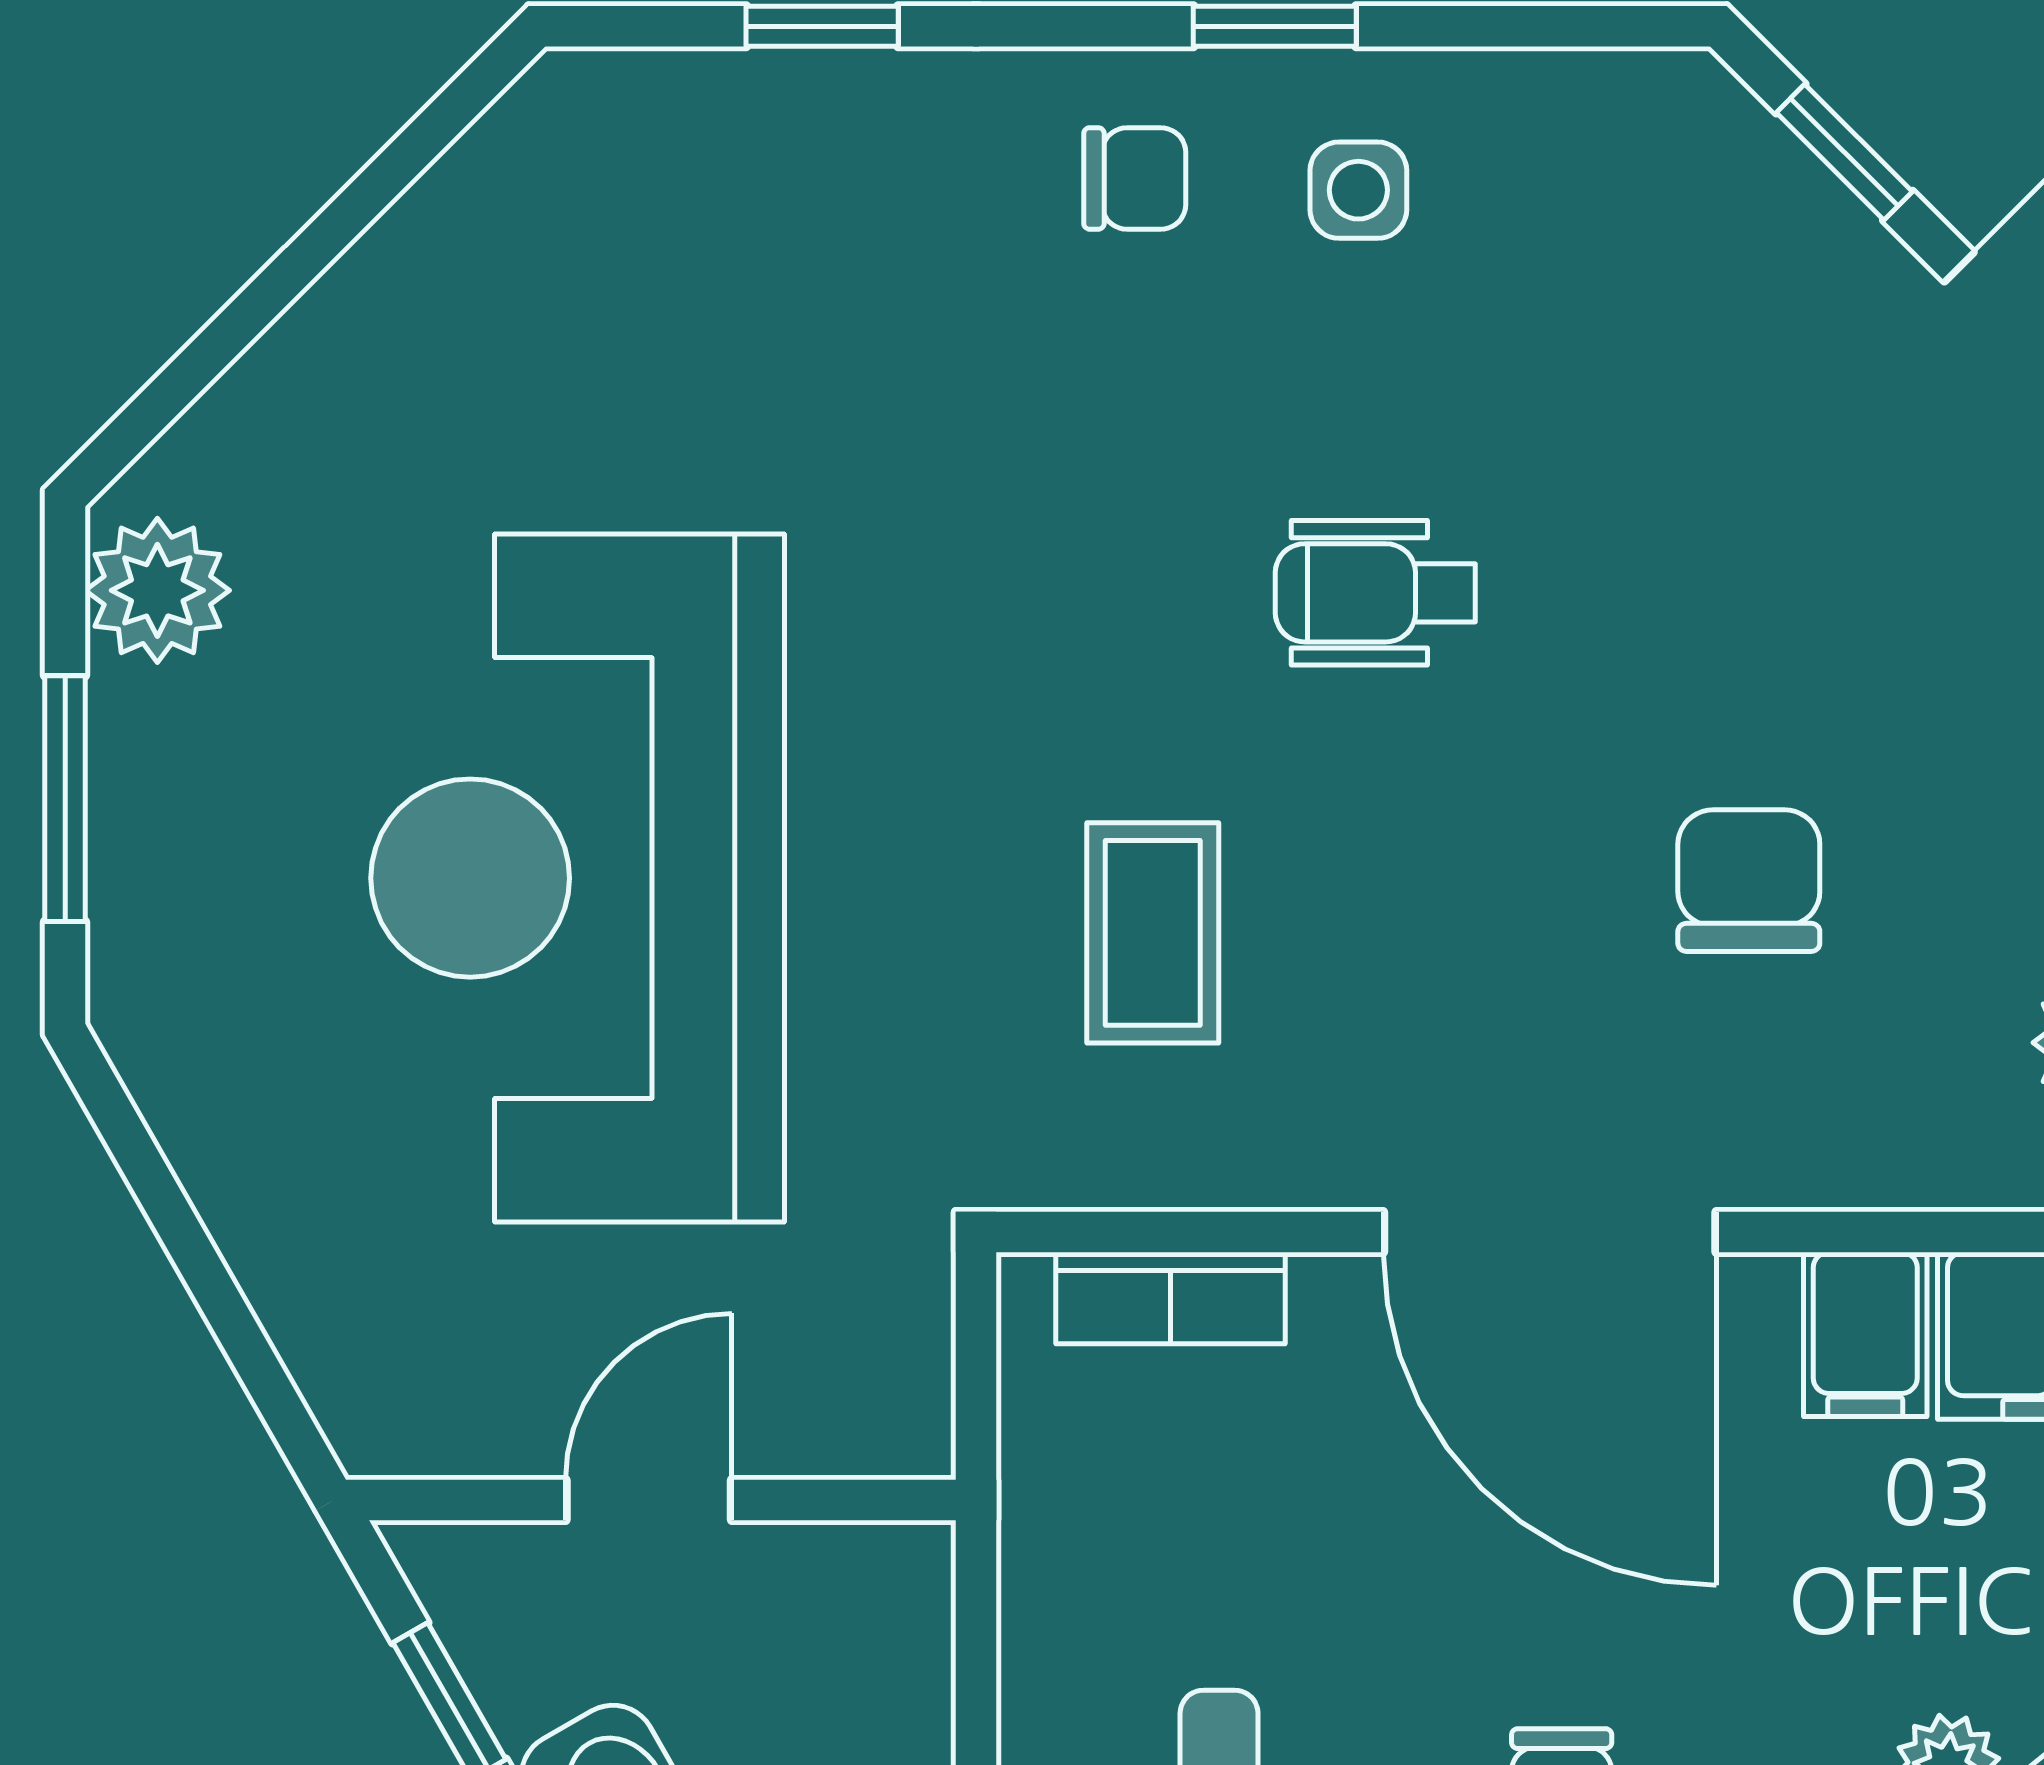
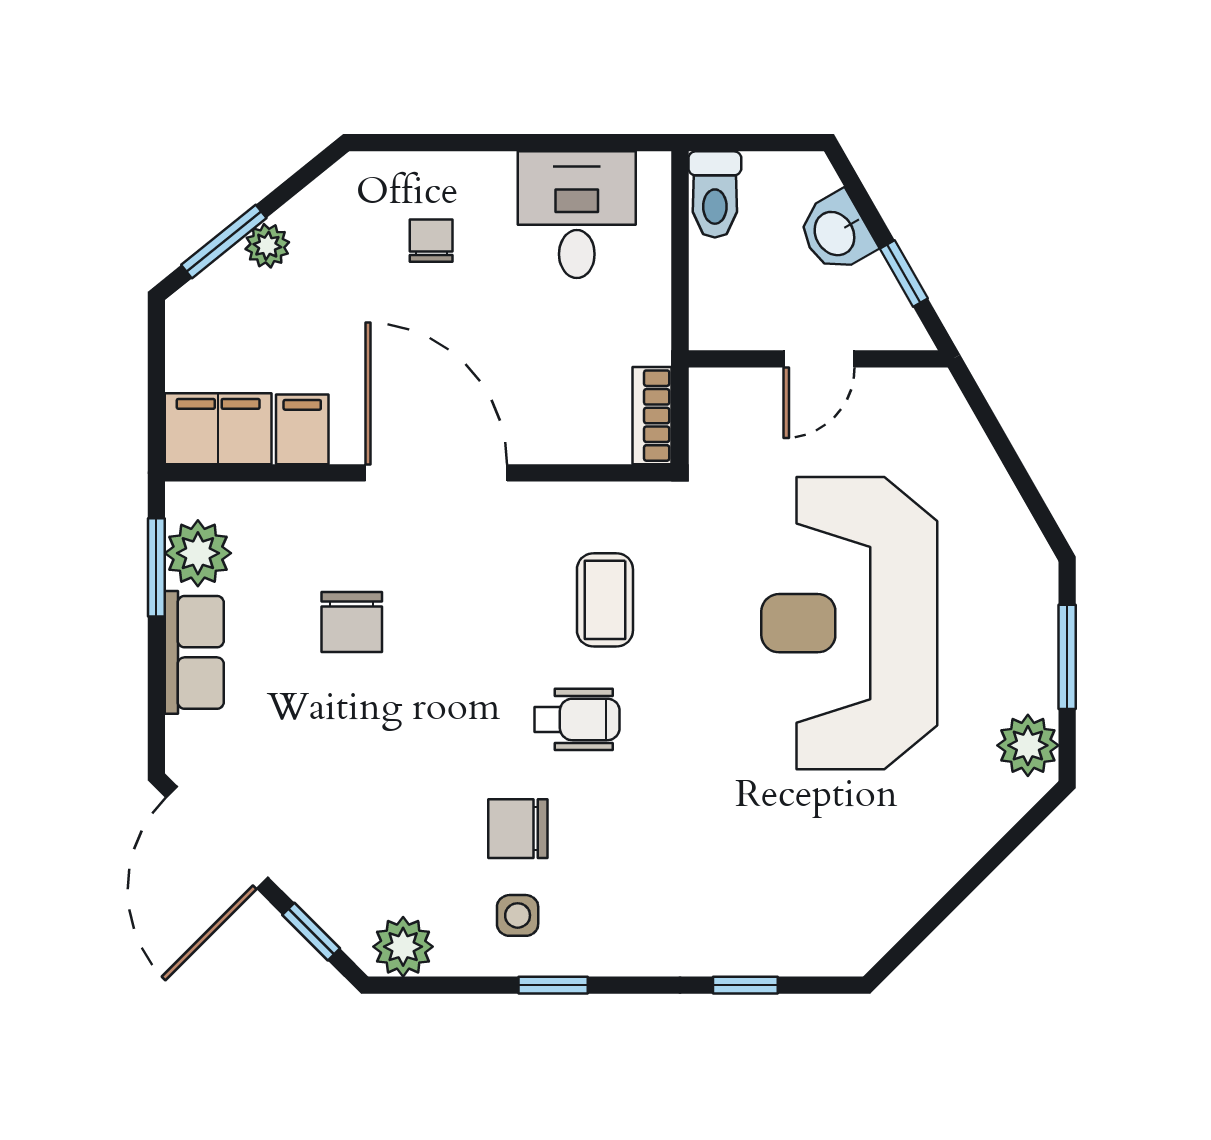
plant: (1628, 117) -> (403, 947), added
chair: (1135, 178) -> (518, 829), moved, width x1.37, depth x1.37
wheelchair: (1375, 593) -> (577, 719), moved
reception desk: (578, 878) -> (849, 623), turned 180
bookcase: (1170, 1298) -> (652, 416), moved, turned -90

